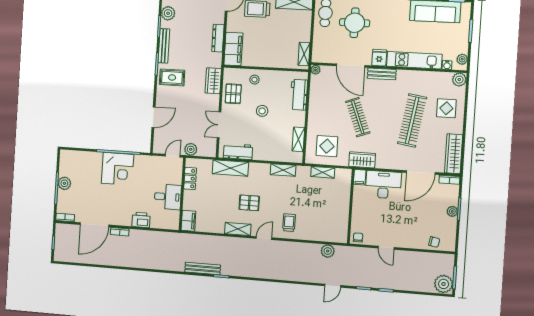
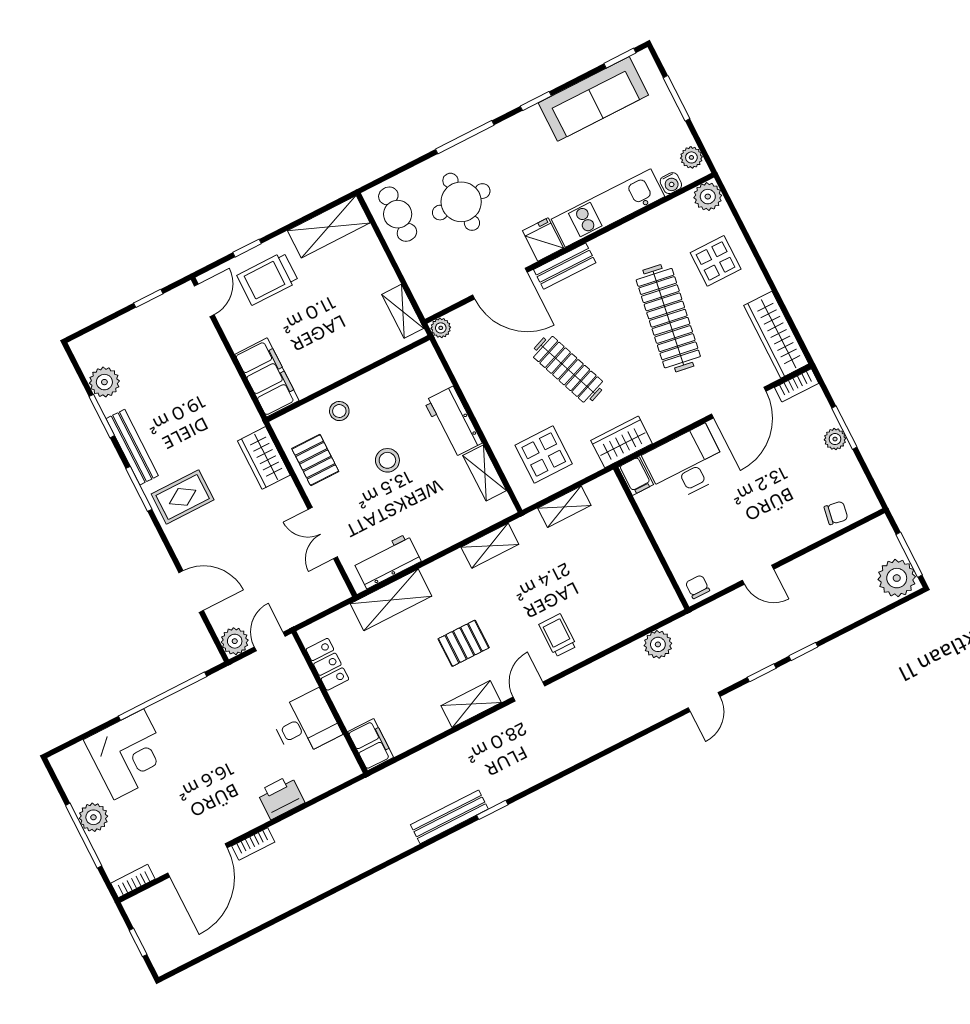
dresser: (218, 38) -> (226, 374), removed
workbench: (299, 95) -> (453, 422), moved
door: (154, 117) -> (191, 591), hinge flipped
plant: (191, 149) -> (235, 641), moved
corner desk: (118, 169) -> (129, 754), moved

